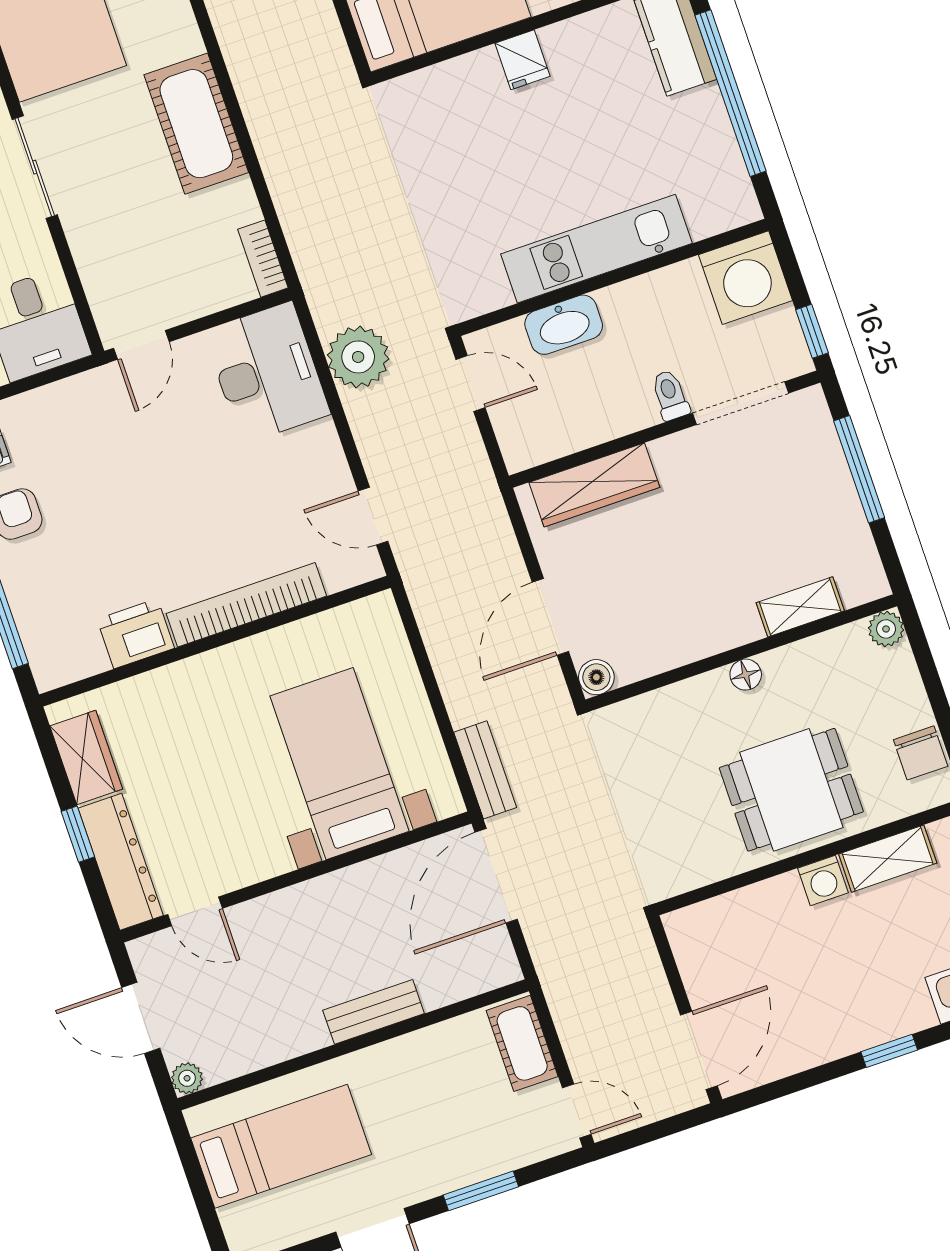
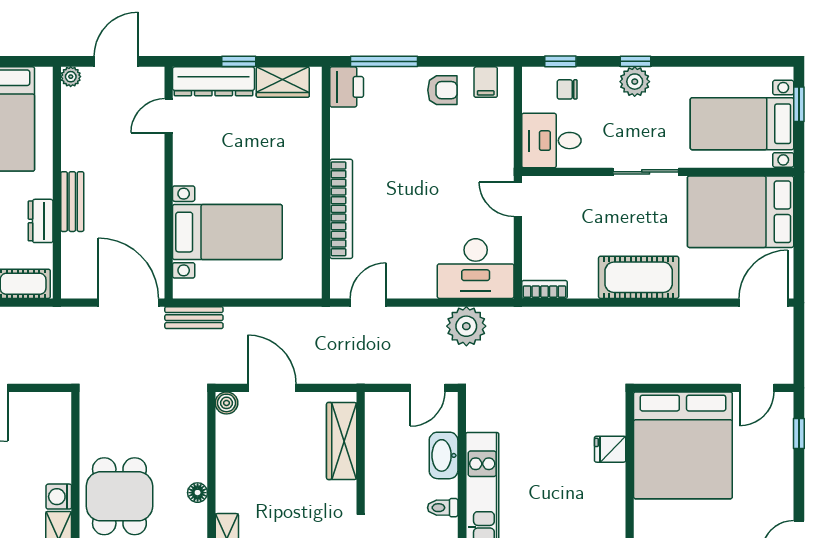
fridge: (522, 60) -> (610, 449), moved
toilet: (670, 395) -> (443, 508), moved, turned 180
printer: (136, 634) -> (347, 87), moved
dresser: (419, 1049) -> (41, 221), added

